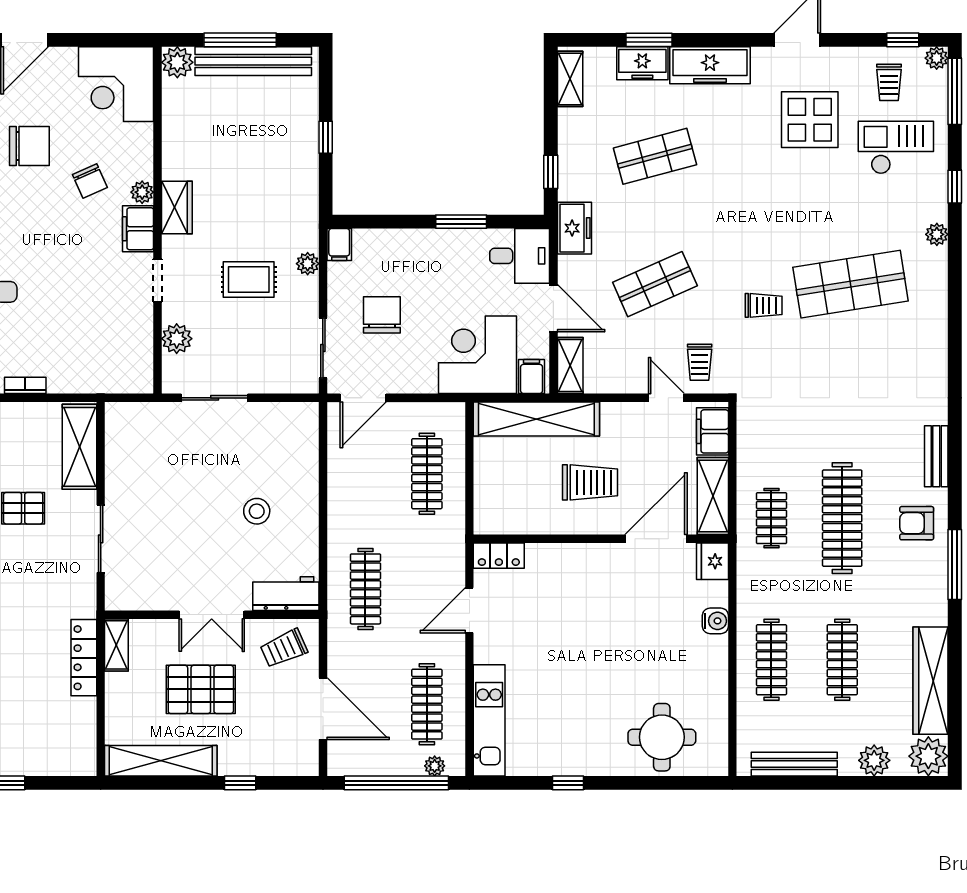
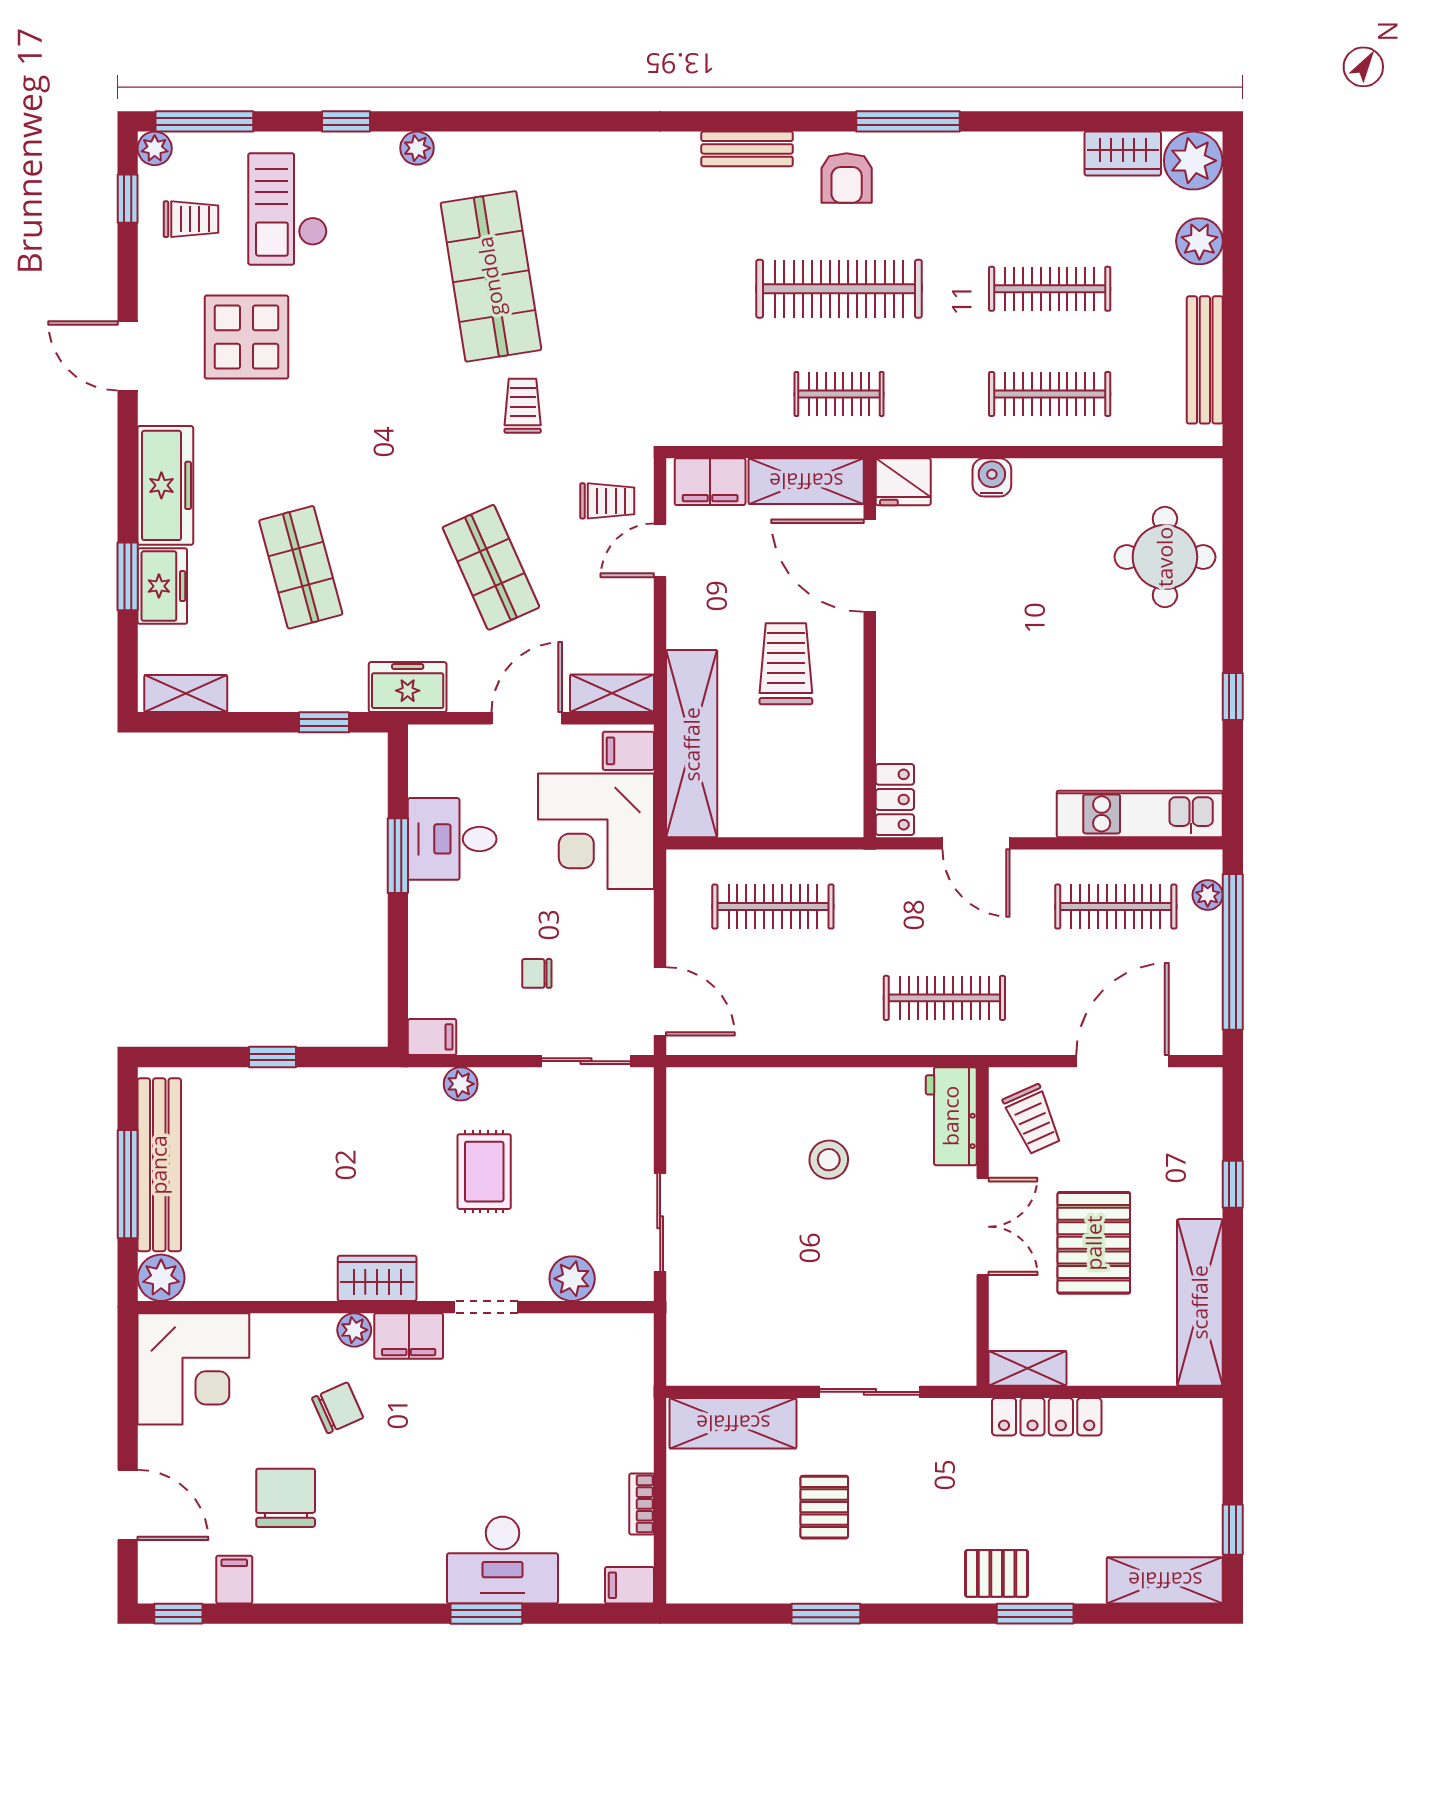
desk: (520, 256) -> (452, 839), moved, turned -90
chair: (382, 315) -> (537, 973), width x0.54, depth x0.54
wardrobe: (931, 681) -> (1123, 154), width x0.48, depth x0.85

